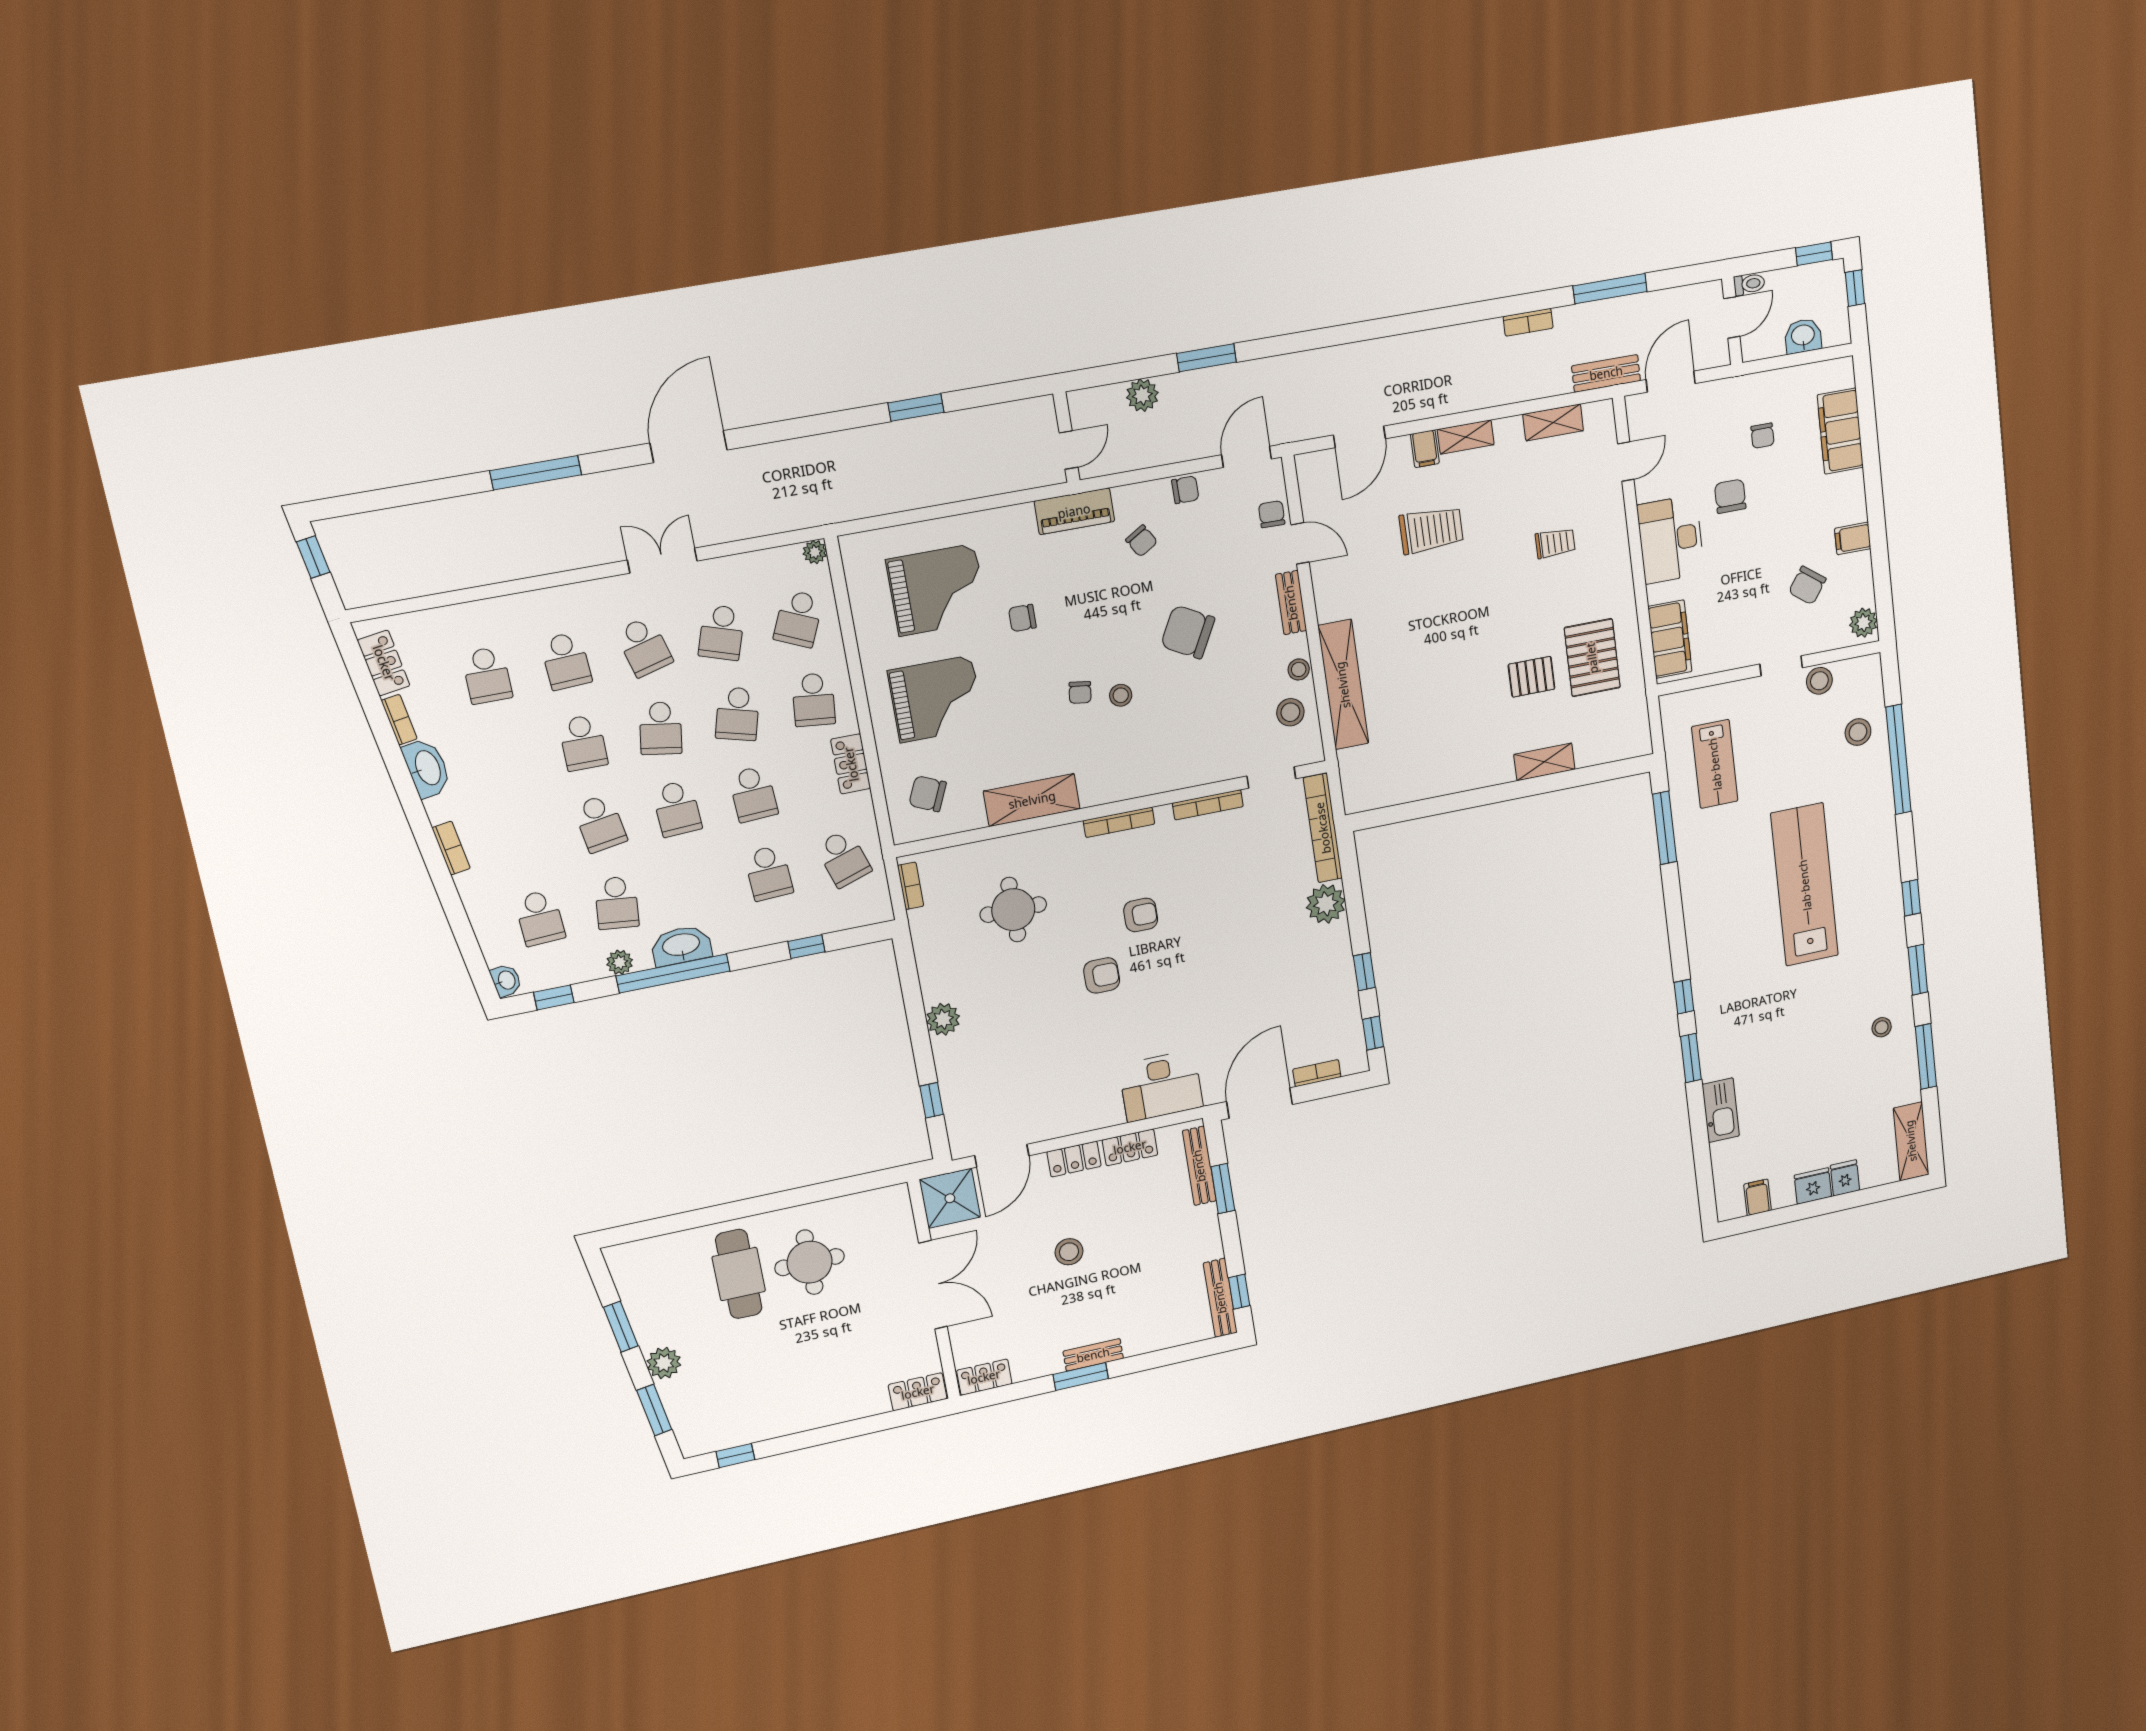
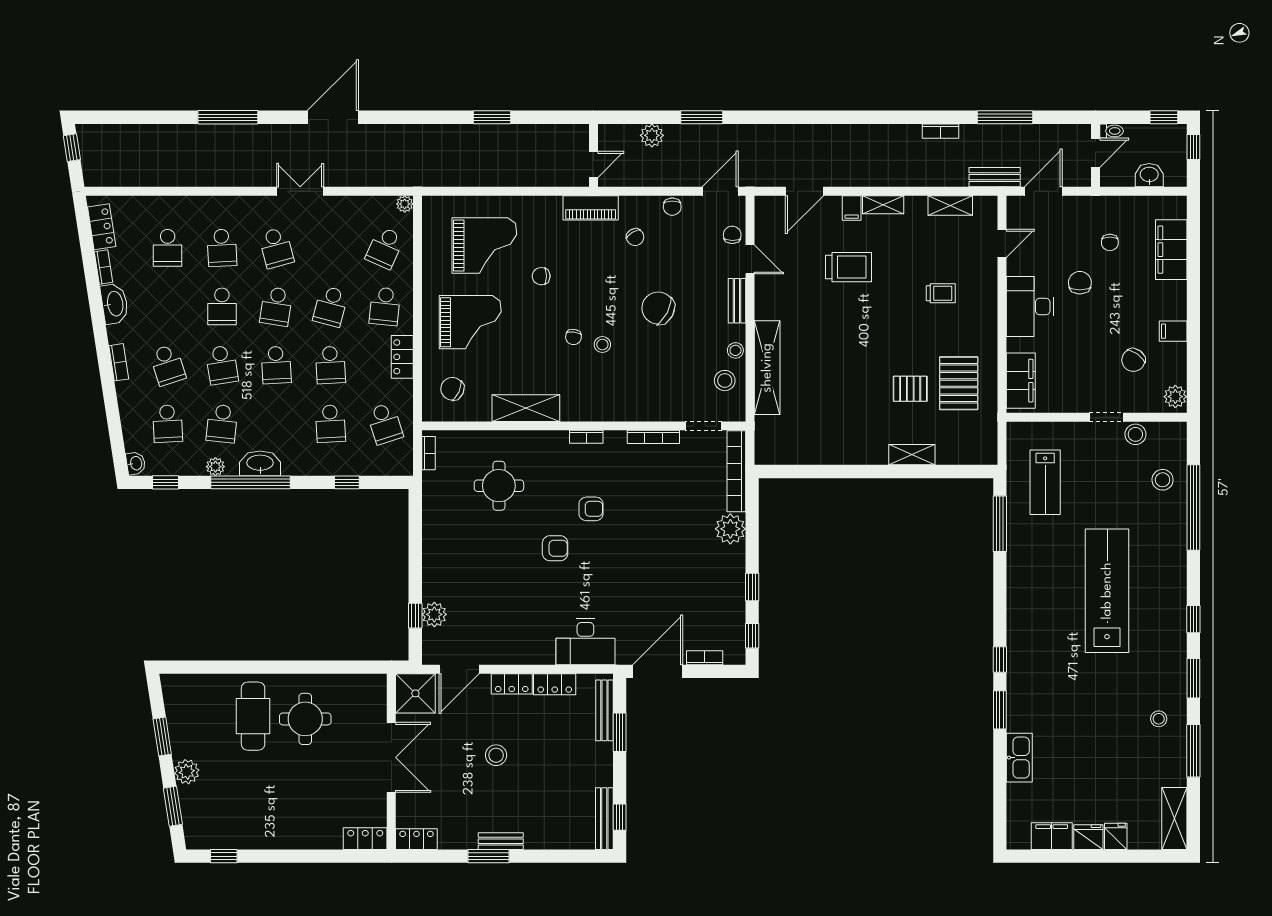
chair: (1185, 490) -> (672, 207), turned 90
school desk: (722, 633) -> (168, 365), moved, turned -36
bookcase: (1119, 822) -> (586, 437), width x0.64
plant: (943, 1019) -> (434, 614), moved
filing cabinet: (1757, 1197) -> (1052, 836), width x2.00

